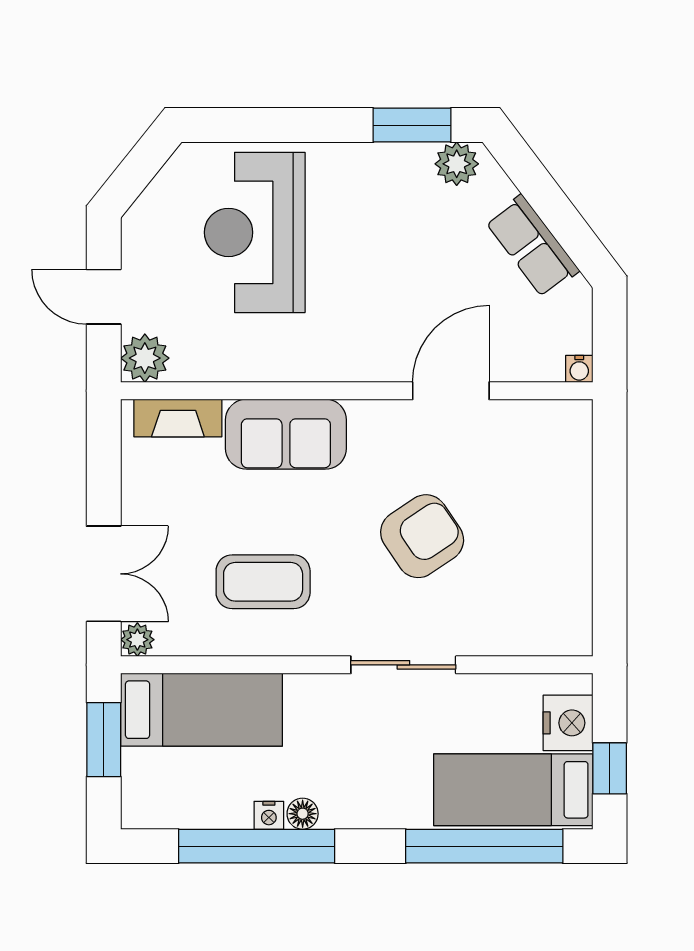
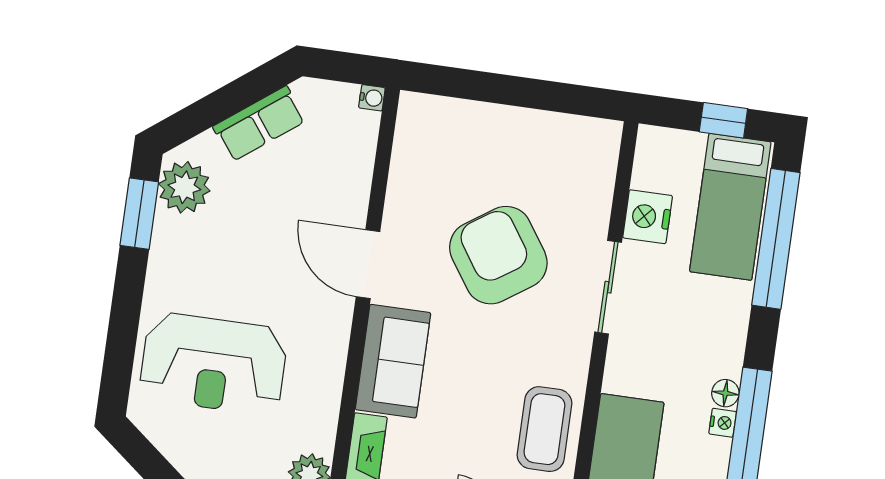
plant: (457, 164) -> (184, 187), width x1.36, depth x1.36
door: (451, 391) -> (368, 264), moved
armchair: (422, 536) -> (498, 255), width x1.36, depth x1.36
coffee table: (263, 582) -> (544, 429), moved
nightstand: (568, 723) -> (648, 217), moved, turned -90

